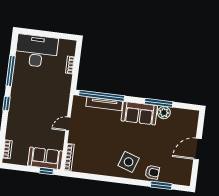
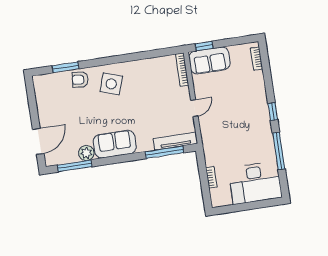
window: (102, 96) -> (164, 152), width x0.68
window: (159, 103) -> (75, 166), moved
tv unit: (104, 104) -> (175, 141), moved
door: (197, 149) -> (38, 141), moved

